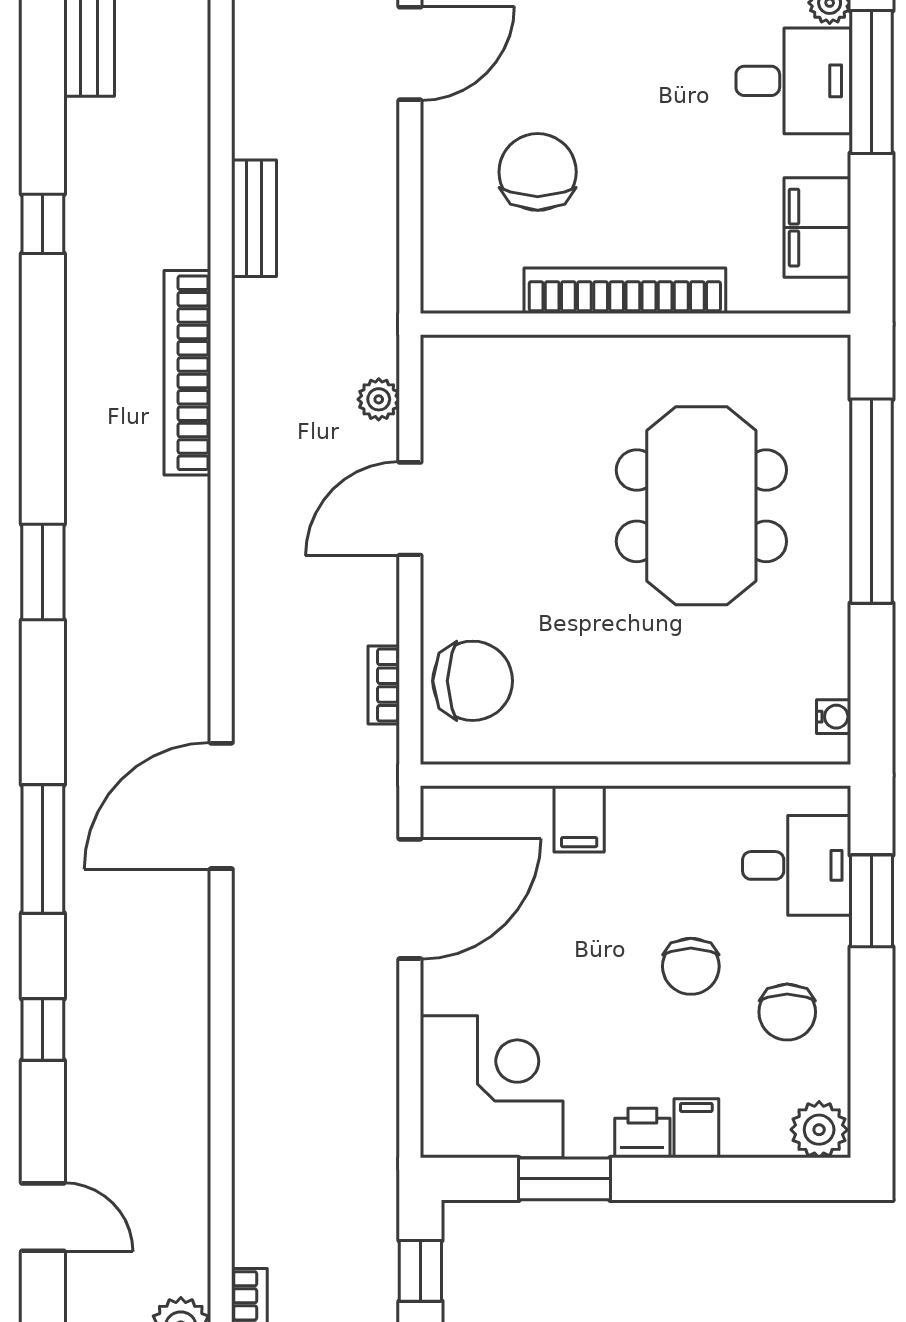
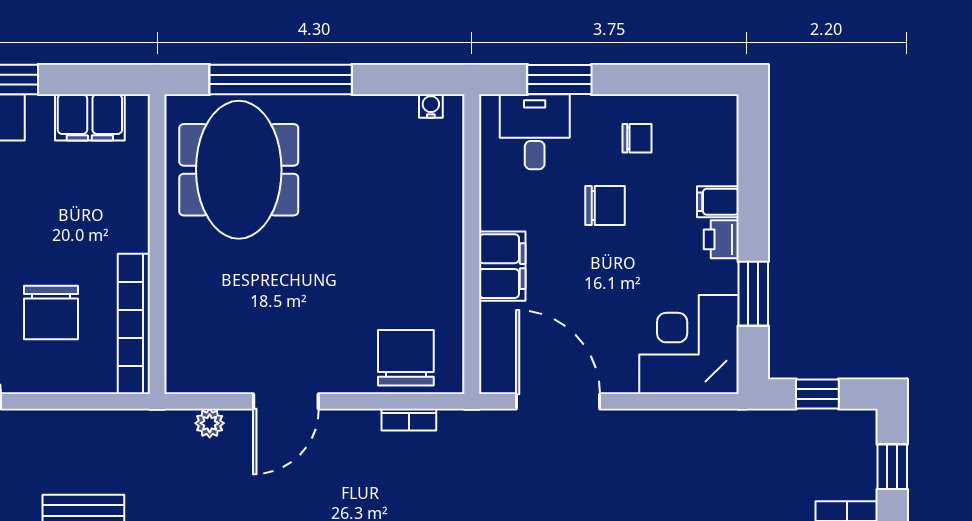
chair: (538, 172) -> (51, 312), turned -90
bookcase: (625, 291) -> (134, 324), moved
meeting table: (701, 506) -> (239, 170), moved, turned 90
door: (410, 509) -> (286, 401), hinge flipped
filing cabinet: (579, 819) -> (502, 266), width x2.00
chair: (787, 1012) -> (637, 138), width x0.73, depth x0.73
plant: (819, 1130) -> (719, 116), removed

